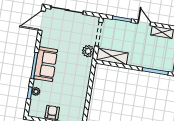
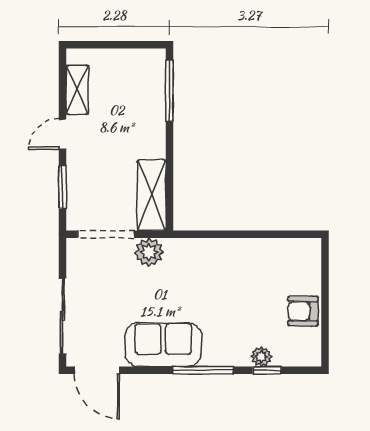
sofa: (46, 64) -> (163, 345), moved

